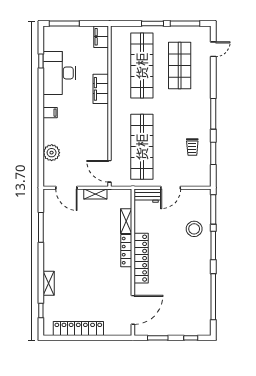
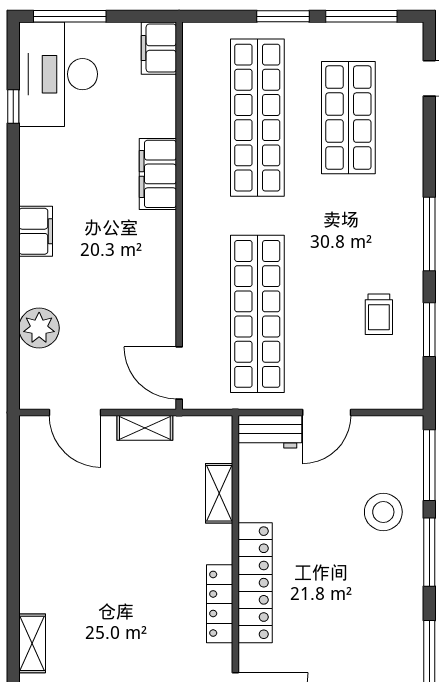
desk: (59, 73) -> (58, 74), moved
filing cabinet: (50, 113) -> (36, 231), width x2.00
window: (41, 227) -> (13, 509), removed
locker: (126, 251) -> (220, 604), moved

